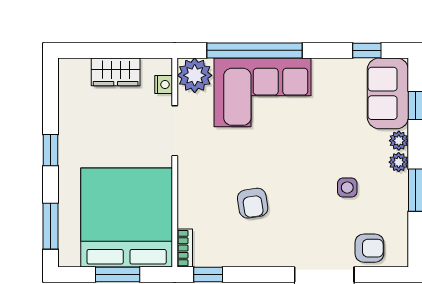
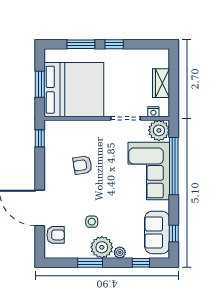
sofa: (388, 93) -> (157, 232), moved, turned -90
plant: (399, 162) -> (102, 247), width x1.87, depth x1.87
window: (51, 226) -> (81, 44), moved
bookcase: (185, 248) -> (56, 124), removed
armchair: (369, 248) -> (56, 235), turned -90

